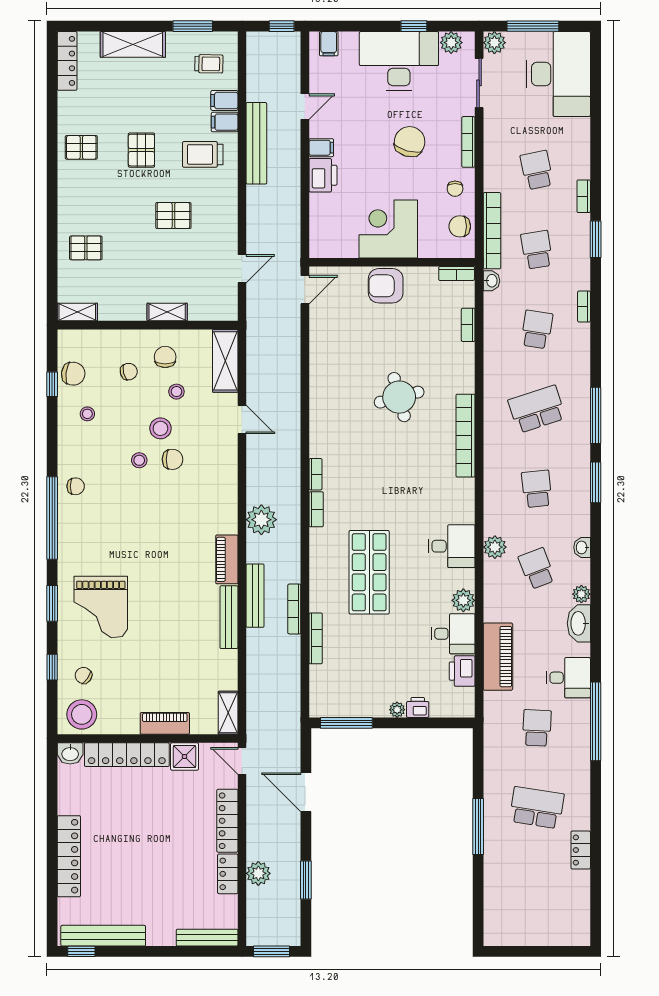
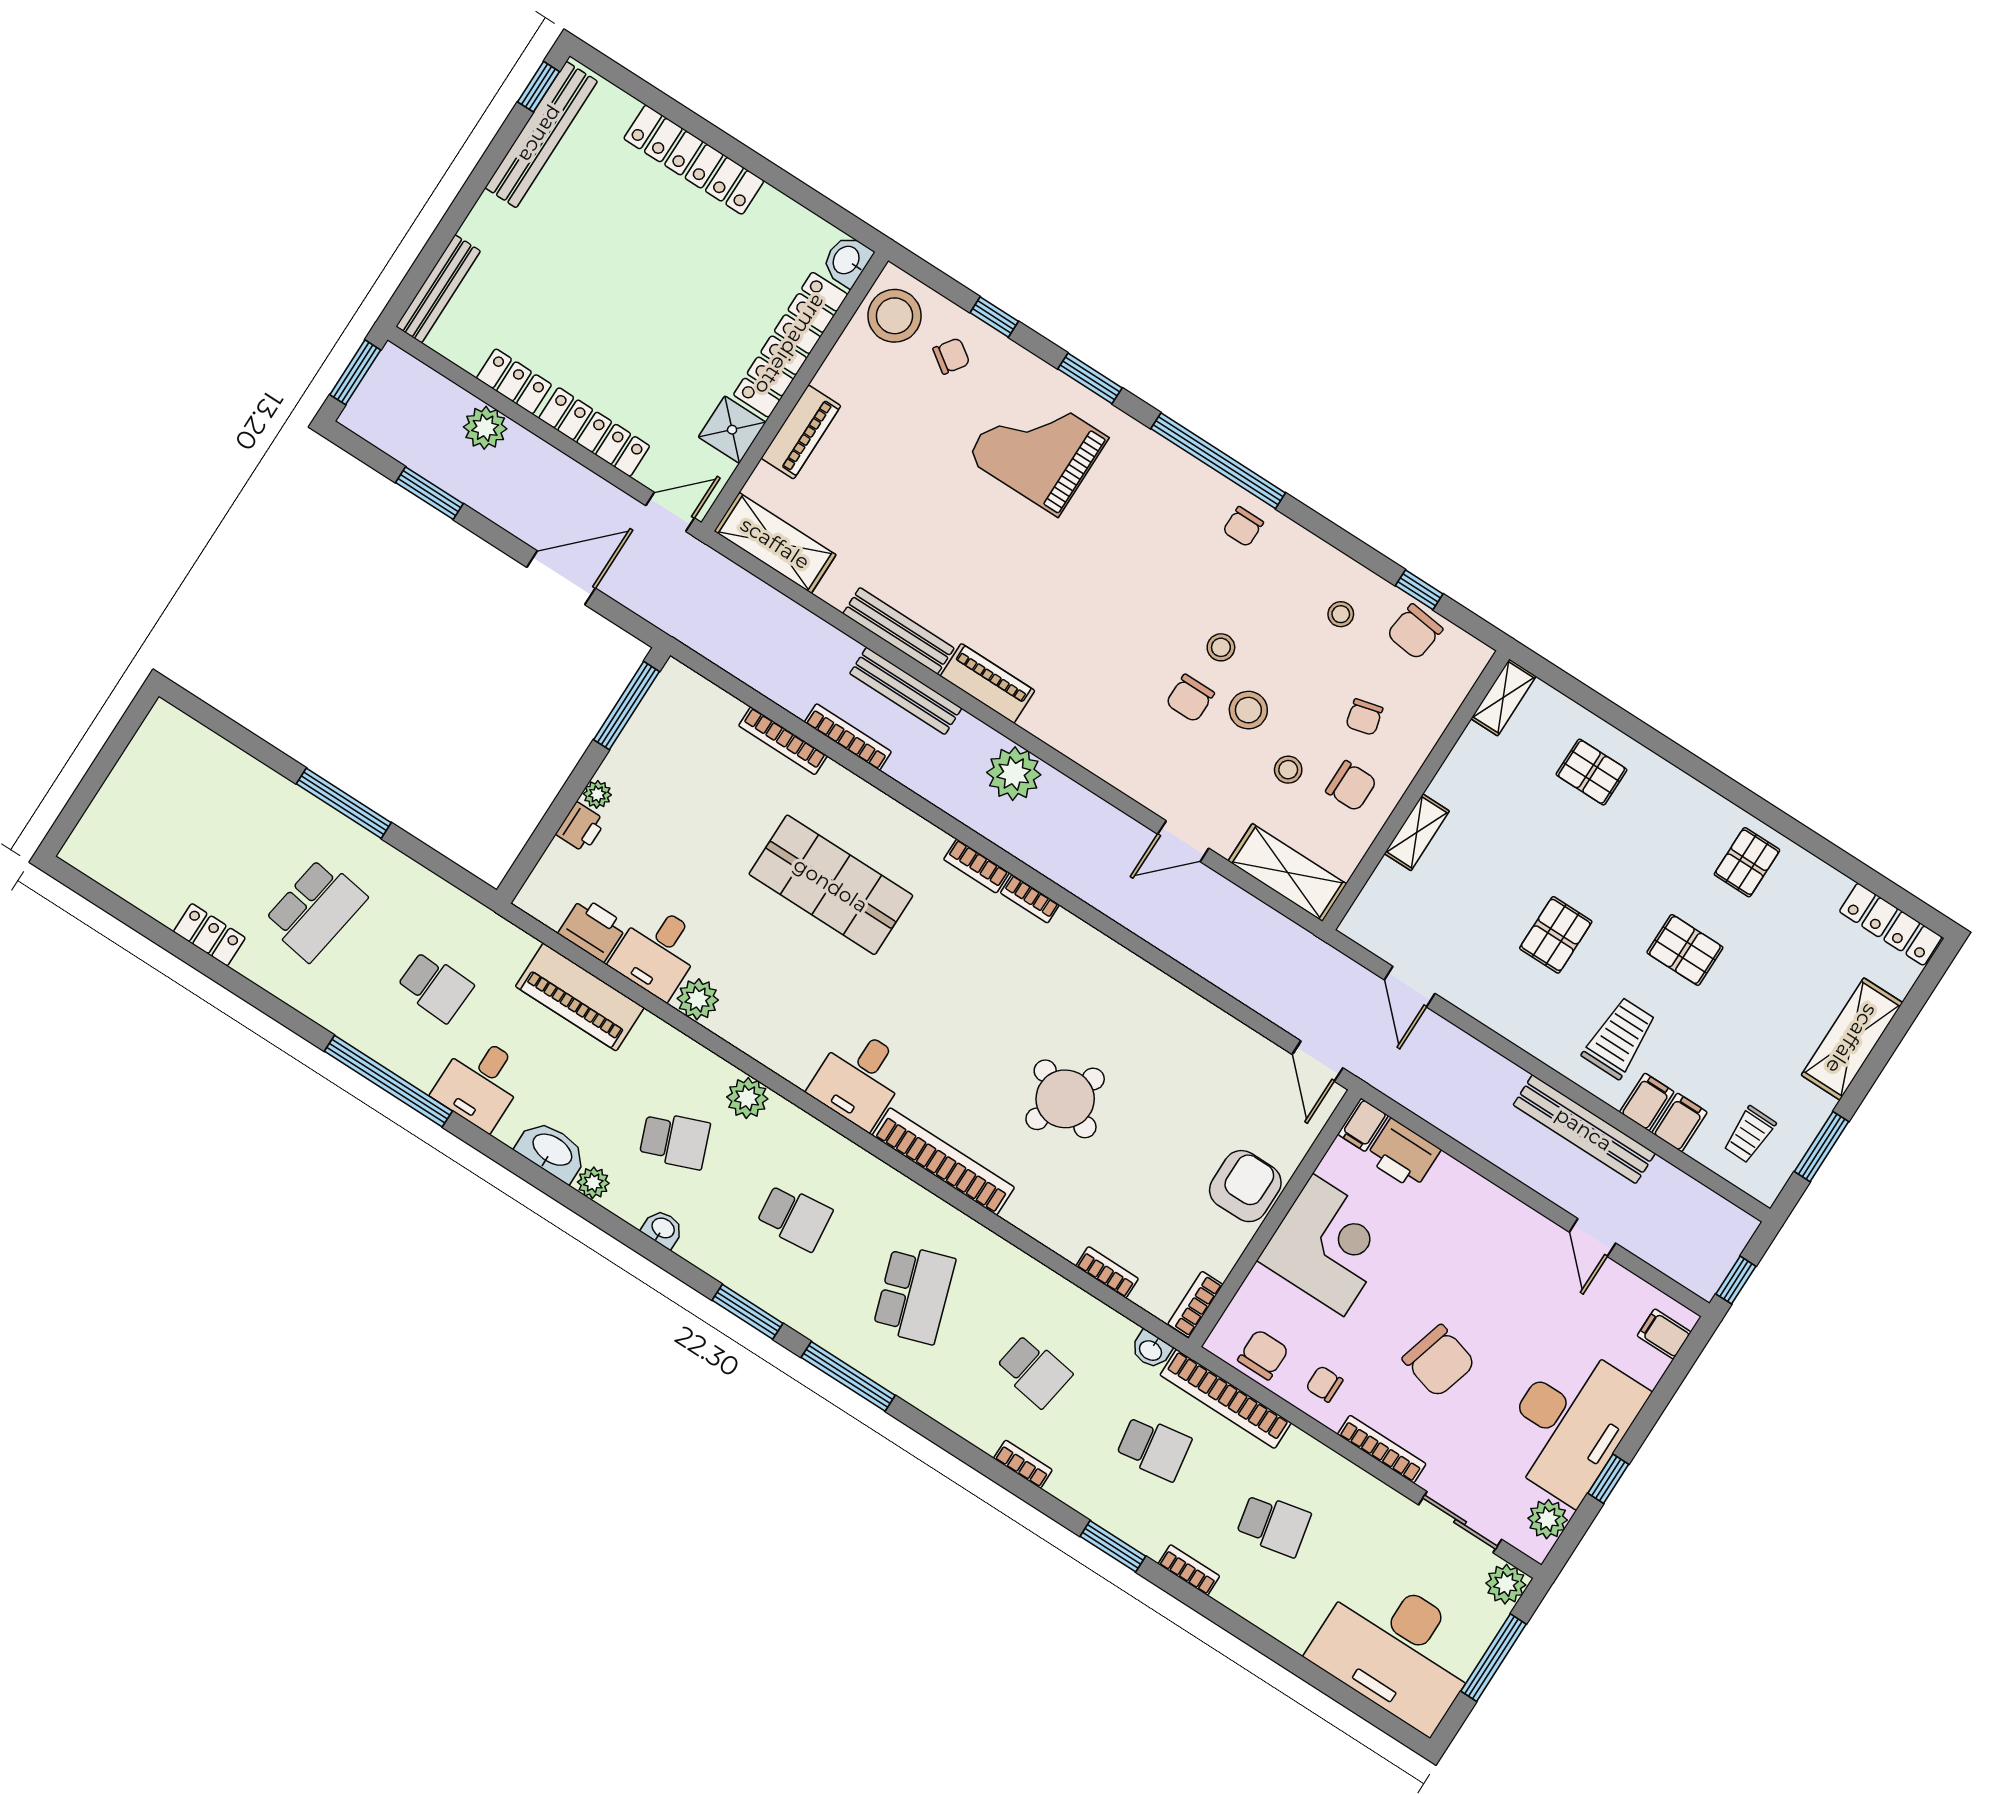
filing cabinet: (321, 148) -> (1363, 1125), moved
printer: (323, 175) -> (1403, 1154), moved
pallet: (86, 248) -> (1592, 772), turned 90
round table: (399, 397) -> (1065, 1099), turned 37
desk: (452, 546) -> (859, 1078), moved
shelving: (228, 713) -> (775, 543), width x1.50, depth x1.33

